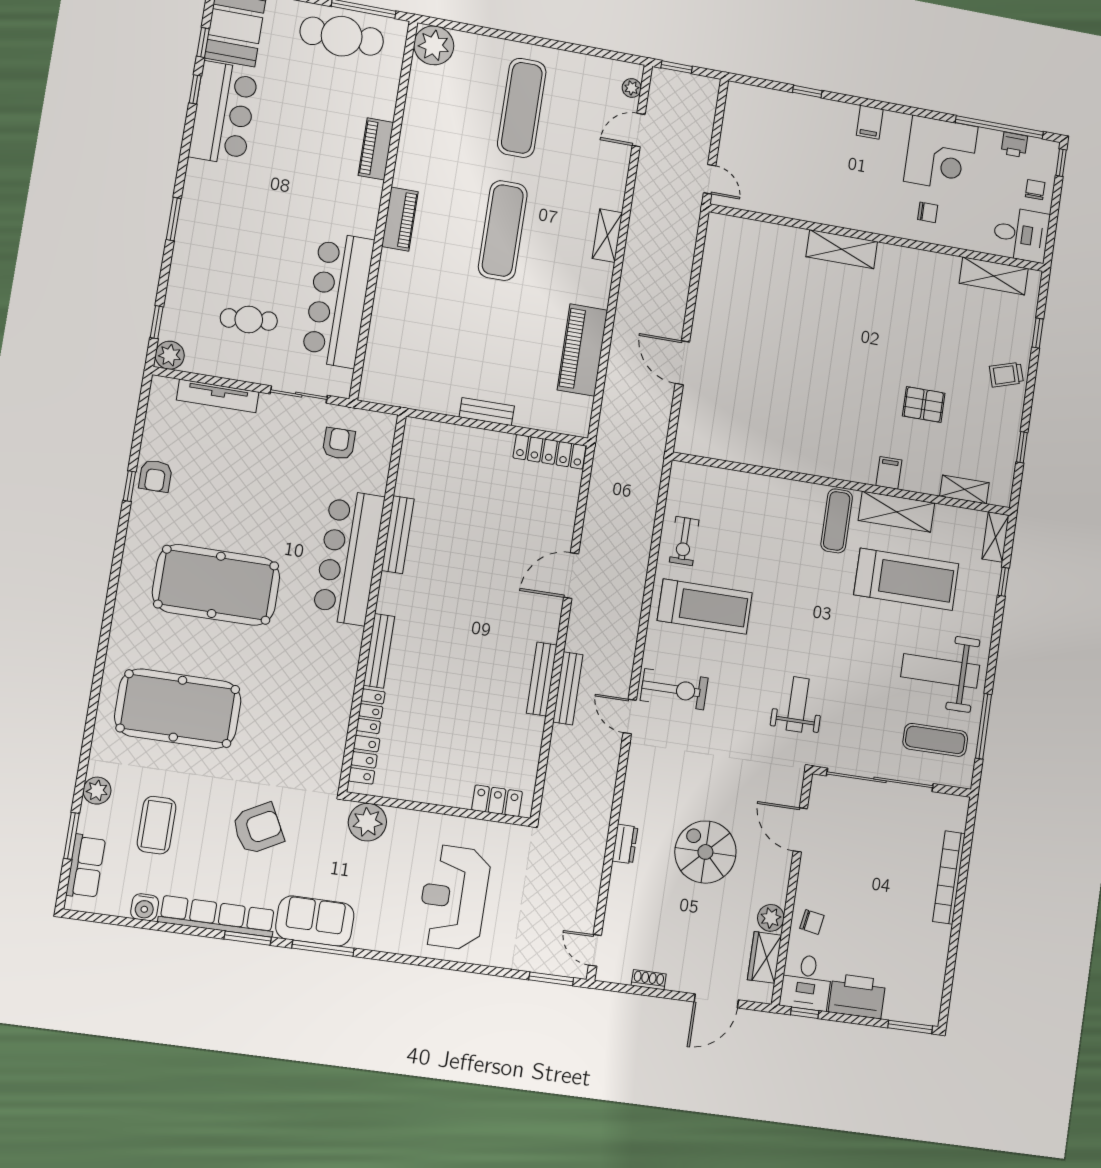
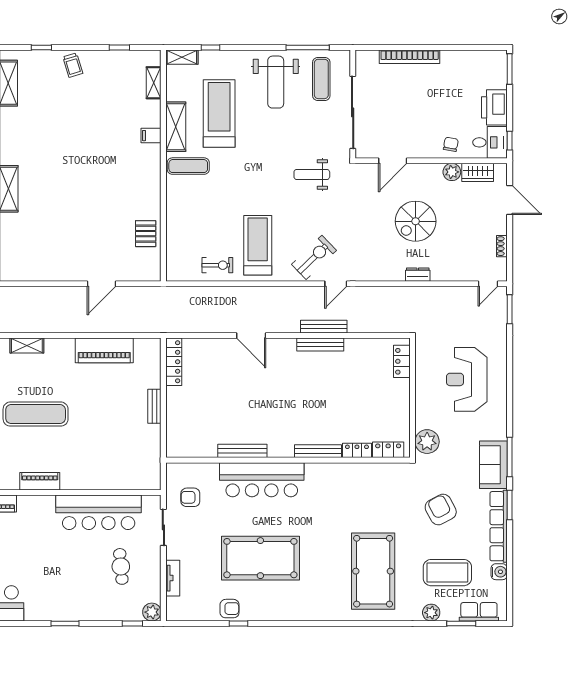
tv unit: (218, 396) -> (173, 578), width x0.71
pallet: (924, 404) -> (146, 234), moved
pool table: (216, 585) -> (260, 558), moved, turned 90
exercise bike: (674, 689) -> (314, 257), turned 46
coffee table: (157, 825) -> (447, 573), width x1.36, depth x1.32
reception desk: (454, 897) -> (467, 379), turned 90

